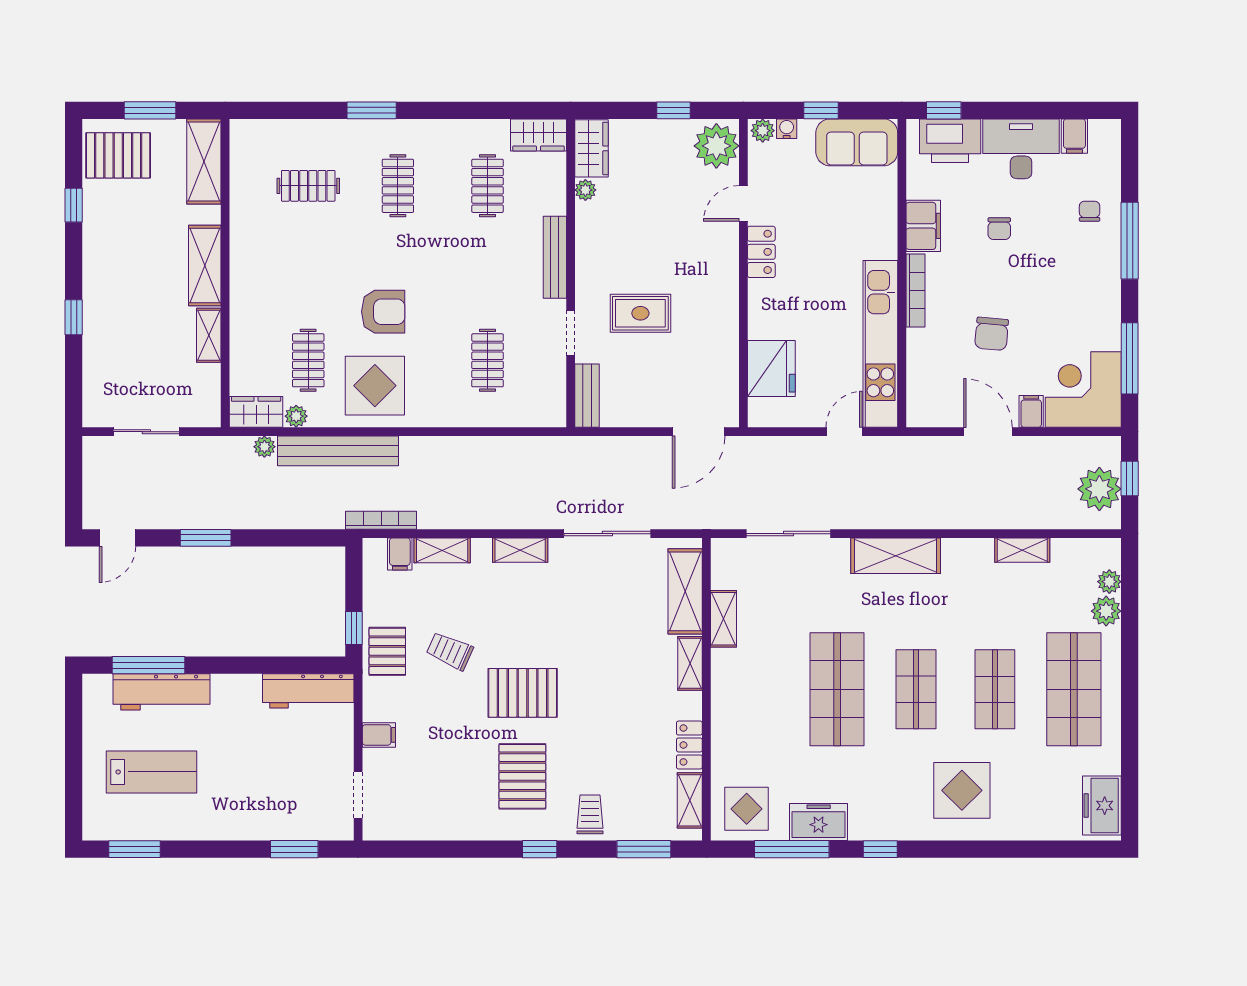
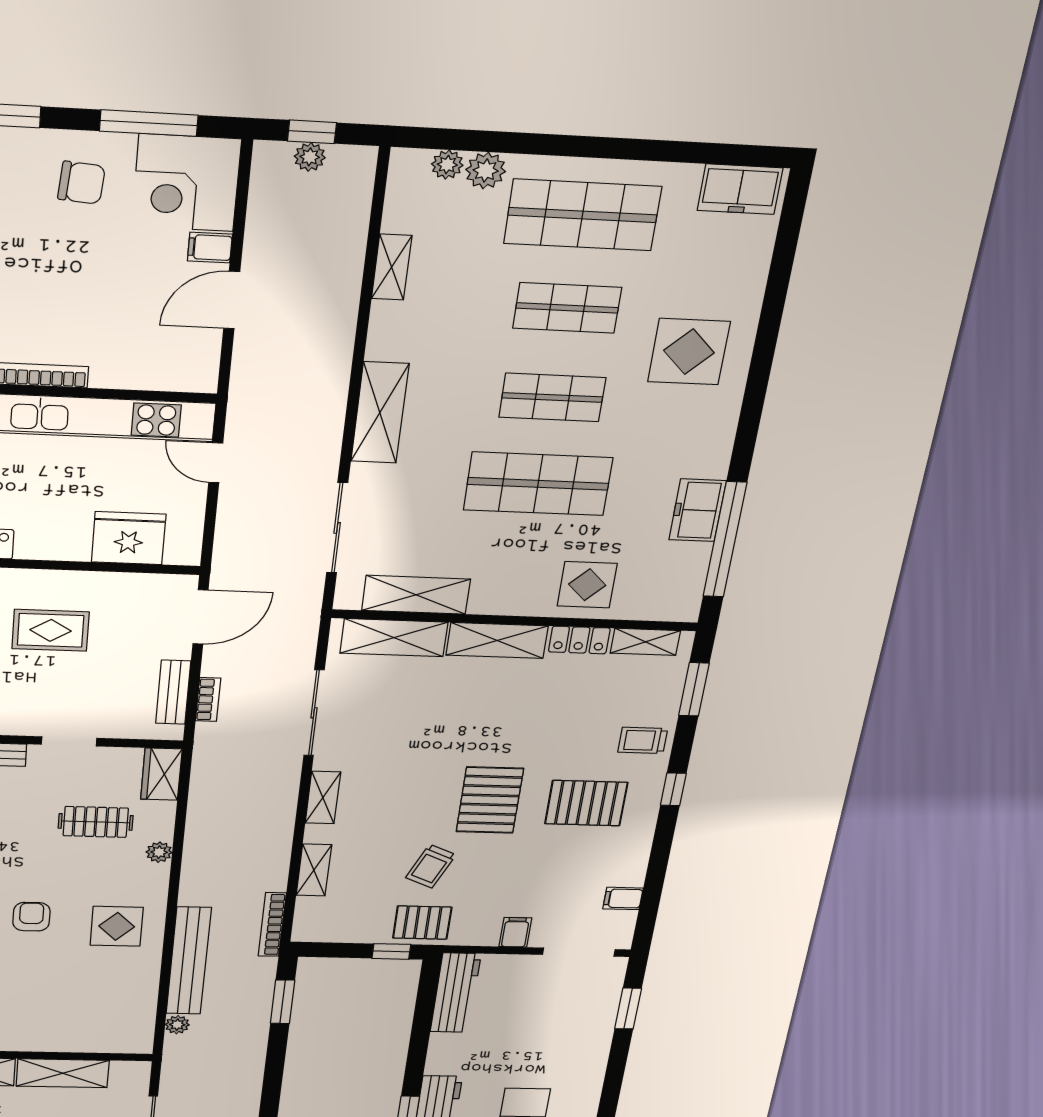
armchair: (383, 312) -> (31, 917), width x0.72, depth x0.72
rug: (640, 313) -> (51, 630), moved, turned 90
chair: (992, 334) -> (81, 183), moved
shelving: (209, 335) -> (63, 1073), width x1.50, depth x1.33
clothes rail: (308, 360) -> (83, 985), removed
display table: (375, 386) -> (117, 926), width x0.73, depth x0.73
bench: (587, 396) -> (173, 692), moved, turned 90
wardrobe: (256, 412) -> (161, 774), moved
plant: (296, 416) -> (159, 852), moved
door: (699, 432) -> (200, 617), hinge flipped
bookcase: (617, 445) -> (208, 700), added
plant: (1099, 489) -> (310, 157), width x0.53, depth x0.53
window: (206, 538) -> (283, 1002), moved
filing cabinet: (400, 554) -> (623, 898), moved, turned 180
shelving: (723, 619) -> (416, 595), width x1.50, depth x1.33
shelving: (690, 663) -> (497, 640), width x1.50, depth x1.33
doorway: (358, 795) -> (579, 952), width x1.38
display table: (747, 809) -> (587, 585), moved
window: (792, 849) -> (725, 540), width x1.46
window: (880, 849) -> (744, 445), removed

